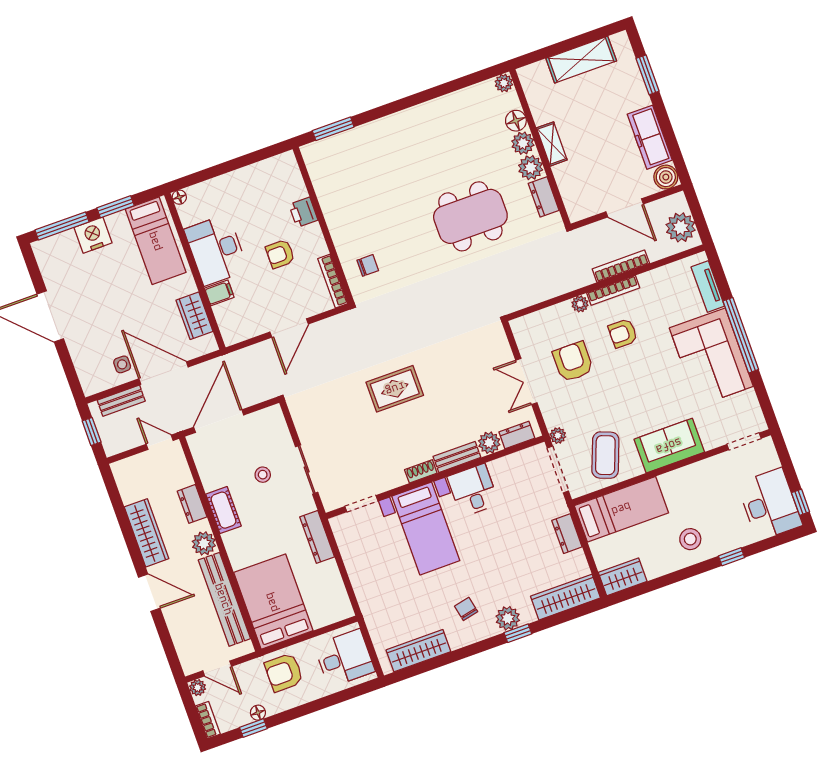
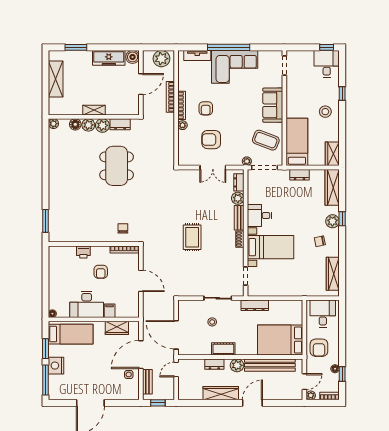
desk: (770, 504) -> (327, 64), width x0.73

